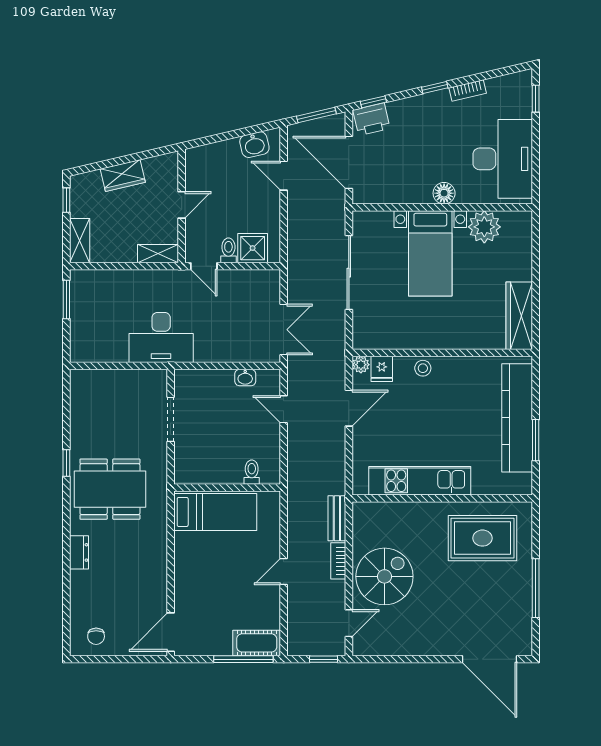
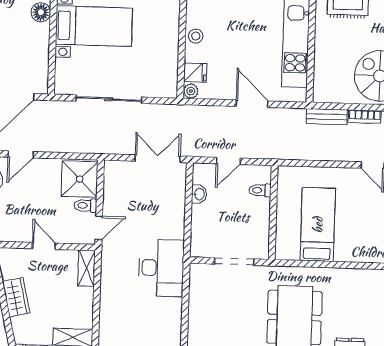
shower: (253, 248) -> (80, 179), width x1.36, depth x1.36
door: (349, 408) -> (252, 104), moved
toilet: (252, 472) -> (260, 190), moved
wall: (227, 488) -> (273, 212), moved

